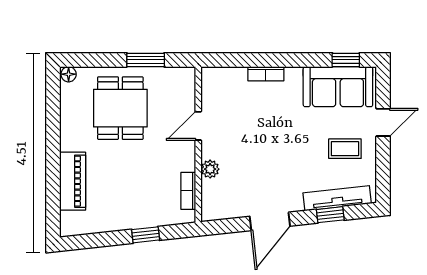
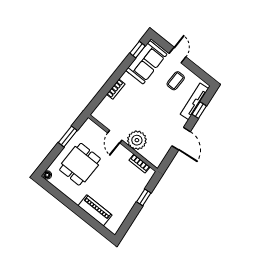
dining table: (120, 108) -> (80, 164), turned 90
plant: (210, 169) -> (137, 140), width x1.87, depth x1.87

